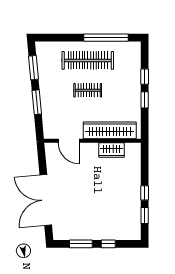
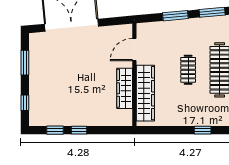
window: (145, 100) -> (178, 130), removed
wardrobe: (111, 150) -> (125, 88), width x1.50
window: (108, 244) -> (25, 103), moved

